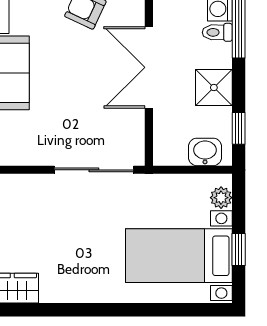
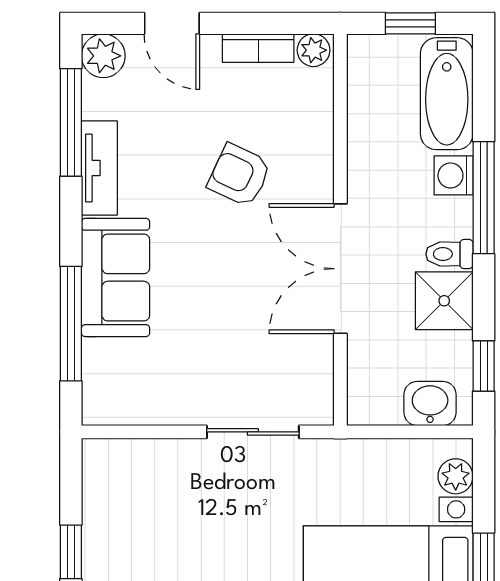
toilet: (217, 32) -> (449, 254), moved
sliding door: (94, 170) -> (253, 432), width x0.73

